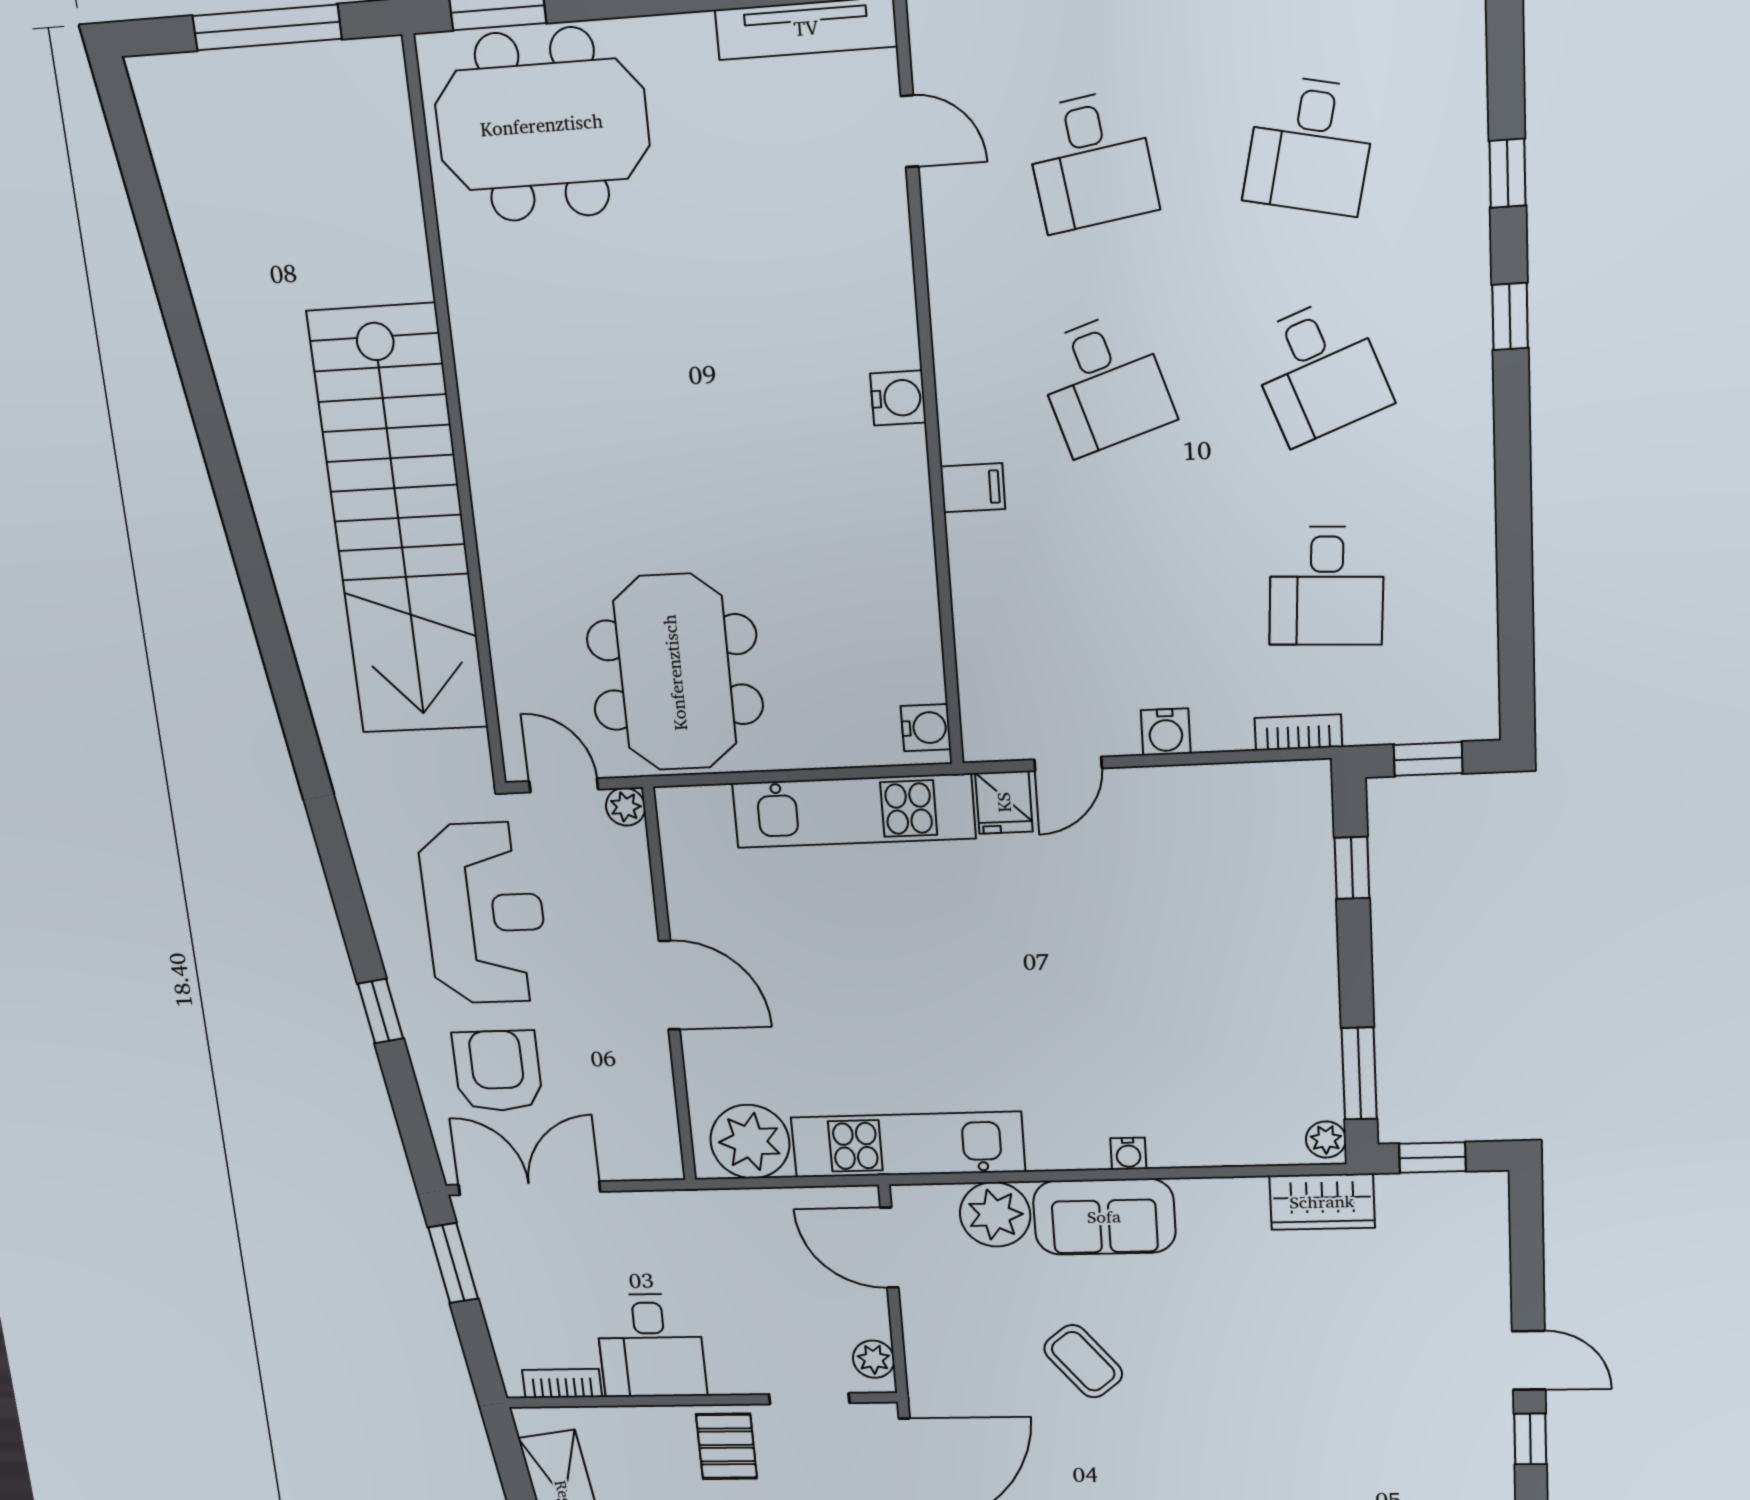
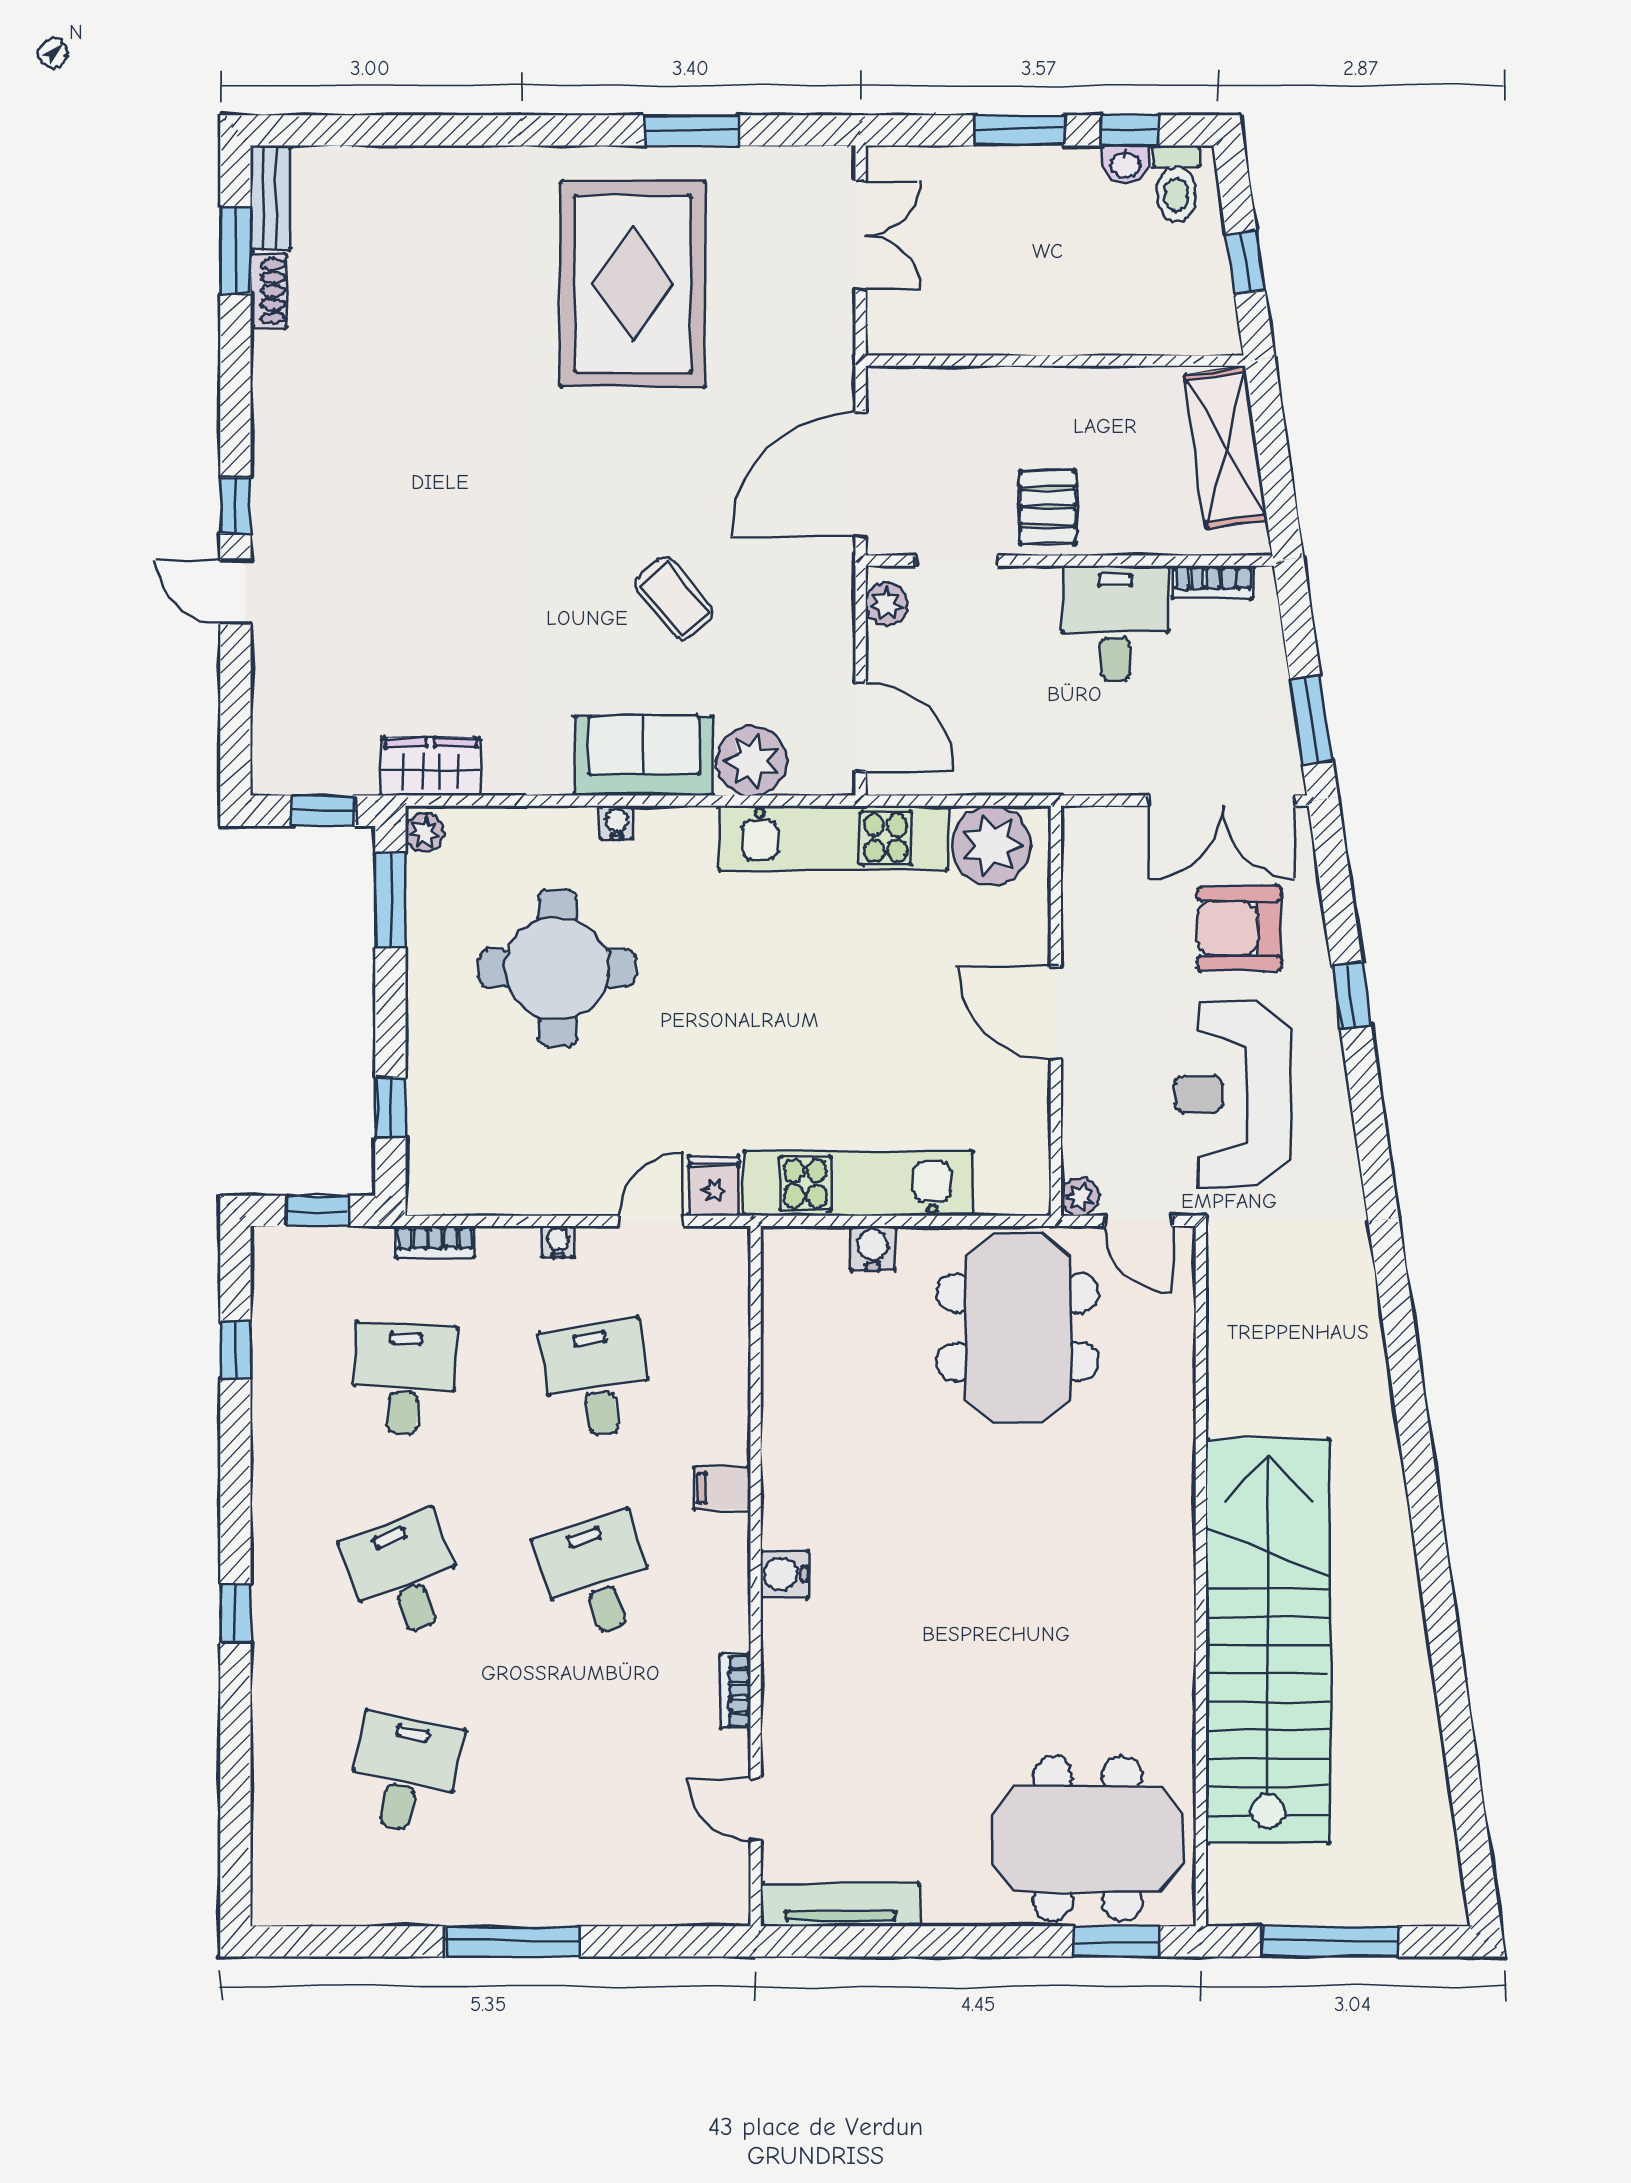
desk: (1091, 161) -> (597, 1379), moved
window: (1507, 173) -> (235, 1349), moved
bookcase: (942, 265) -> (736, 1691), added
stairs: (399, 522) -> (1268, 1641), moved
water cooler: (926, 728) -> (873, 1248), moved, turned 90
water cooler: (1166, 732) -> (558, 1242), width x0.72, depth x0.72
round table: (1182, 1012) -> (557, 968), added
armchair: (498, 1071) -> (1239, 928), turned 90

